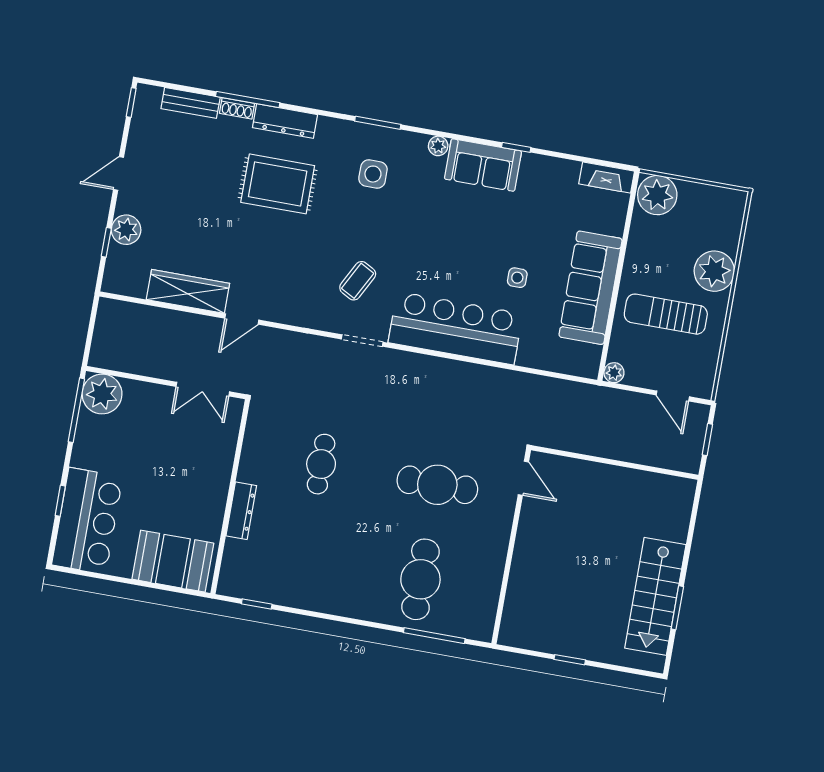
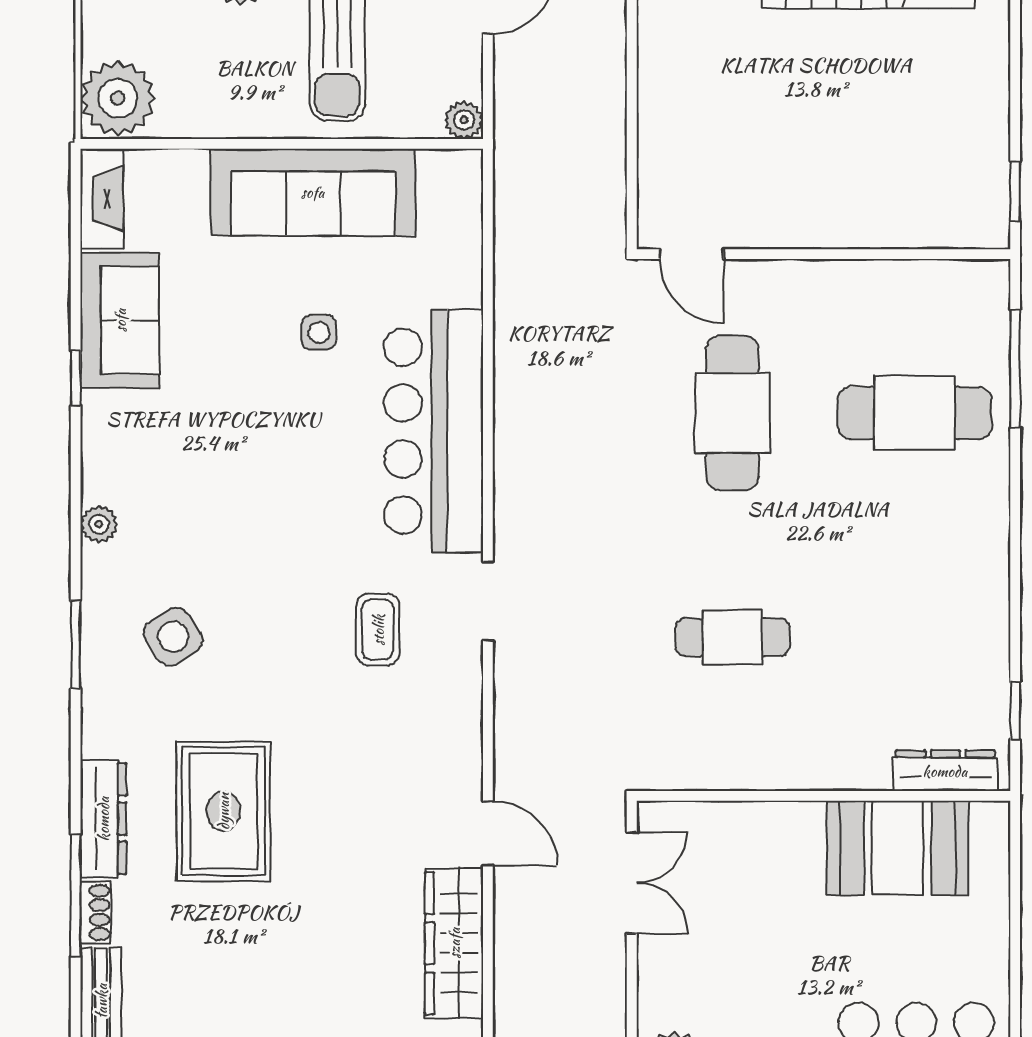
sofa: (483, 165) -> (120, 320), moved
side table: (373, 174) -> (173, 637), turned -32
coffee table: (358, 281) -> (378, 630), turned 62
door: (523, 478) -> (692, 254), swing flipped
dresser: (241, 511) -> (945, 771), moved
booth: (173, 561) -> (898, 848), moved, turned 90
window: (570, 660) -> (1015, 191), moved

